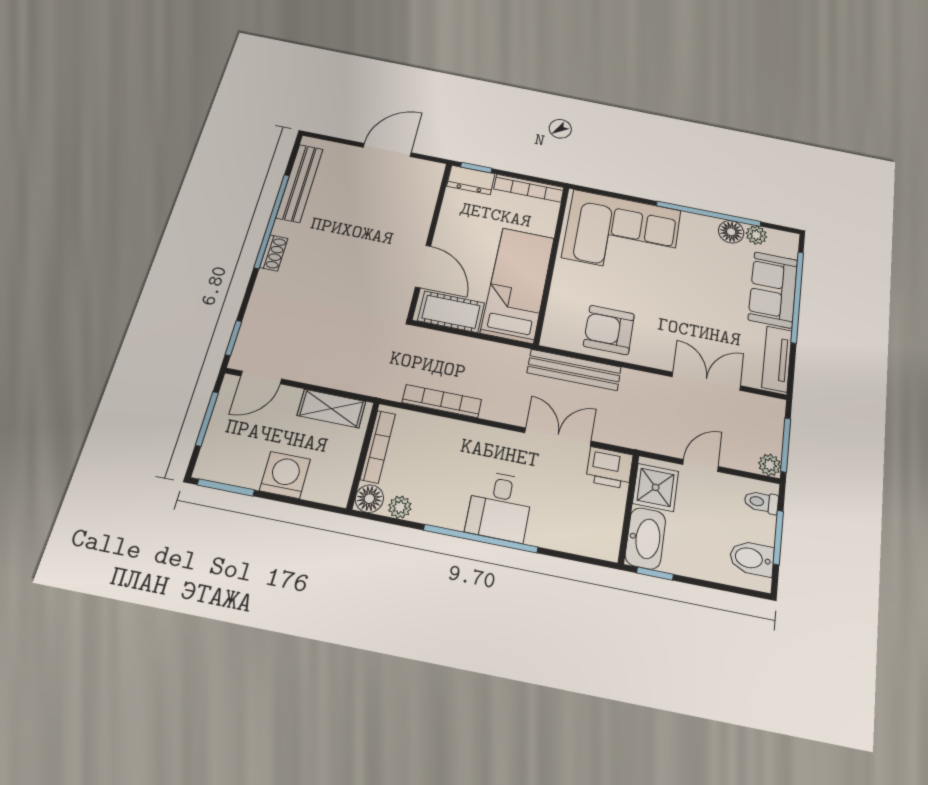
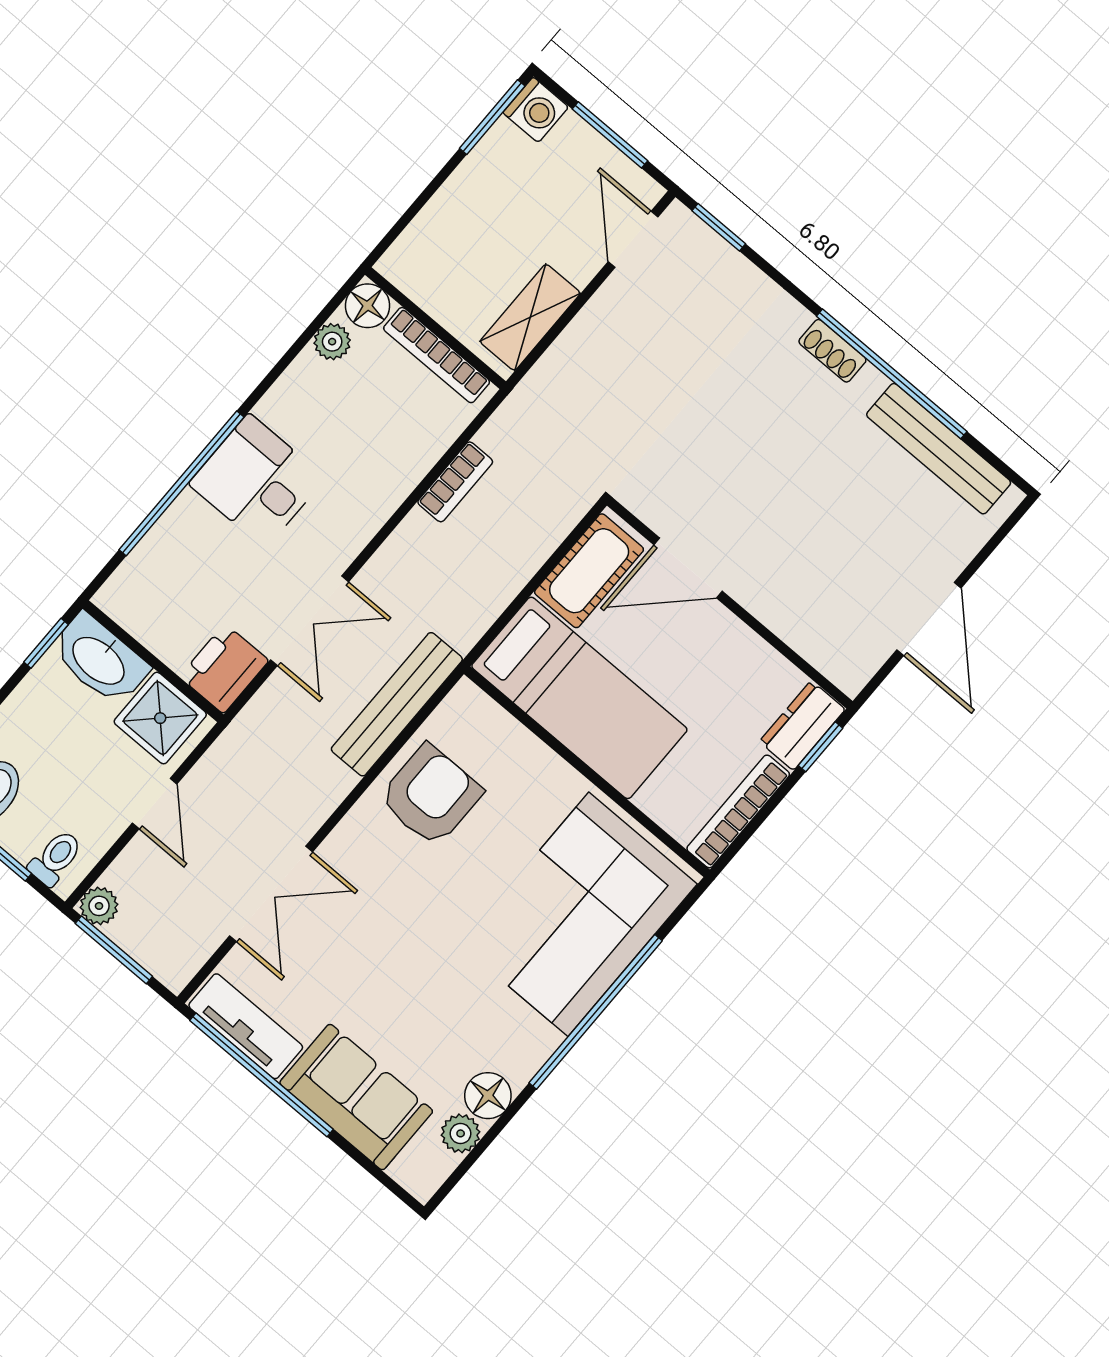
window: (709, 214) -> (596, 1012), moved
window: (797, 297) -> (261, 1075), moved
bookcase: (442, 401) -> (455, 482), width x0.64
washing machine: (285, 475) -> (536, 110), moved, width x0.73, depth x0.73
window: (481, 539) -> (182, 483), moved

